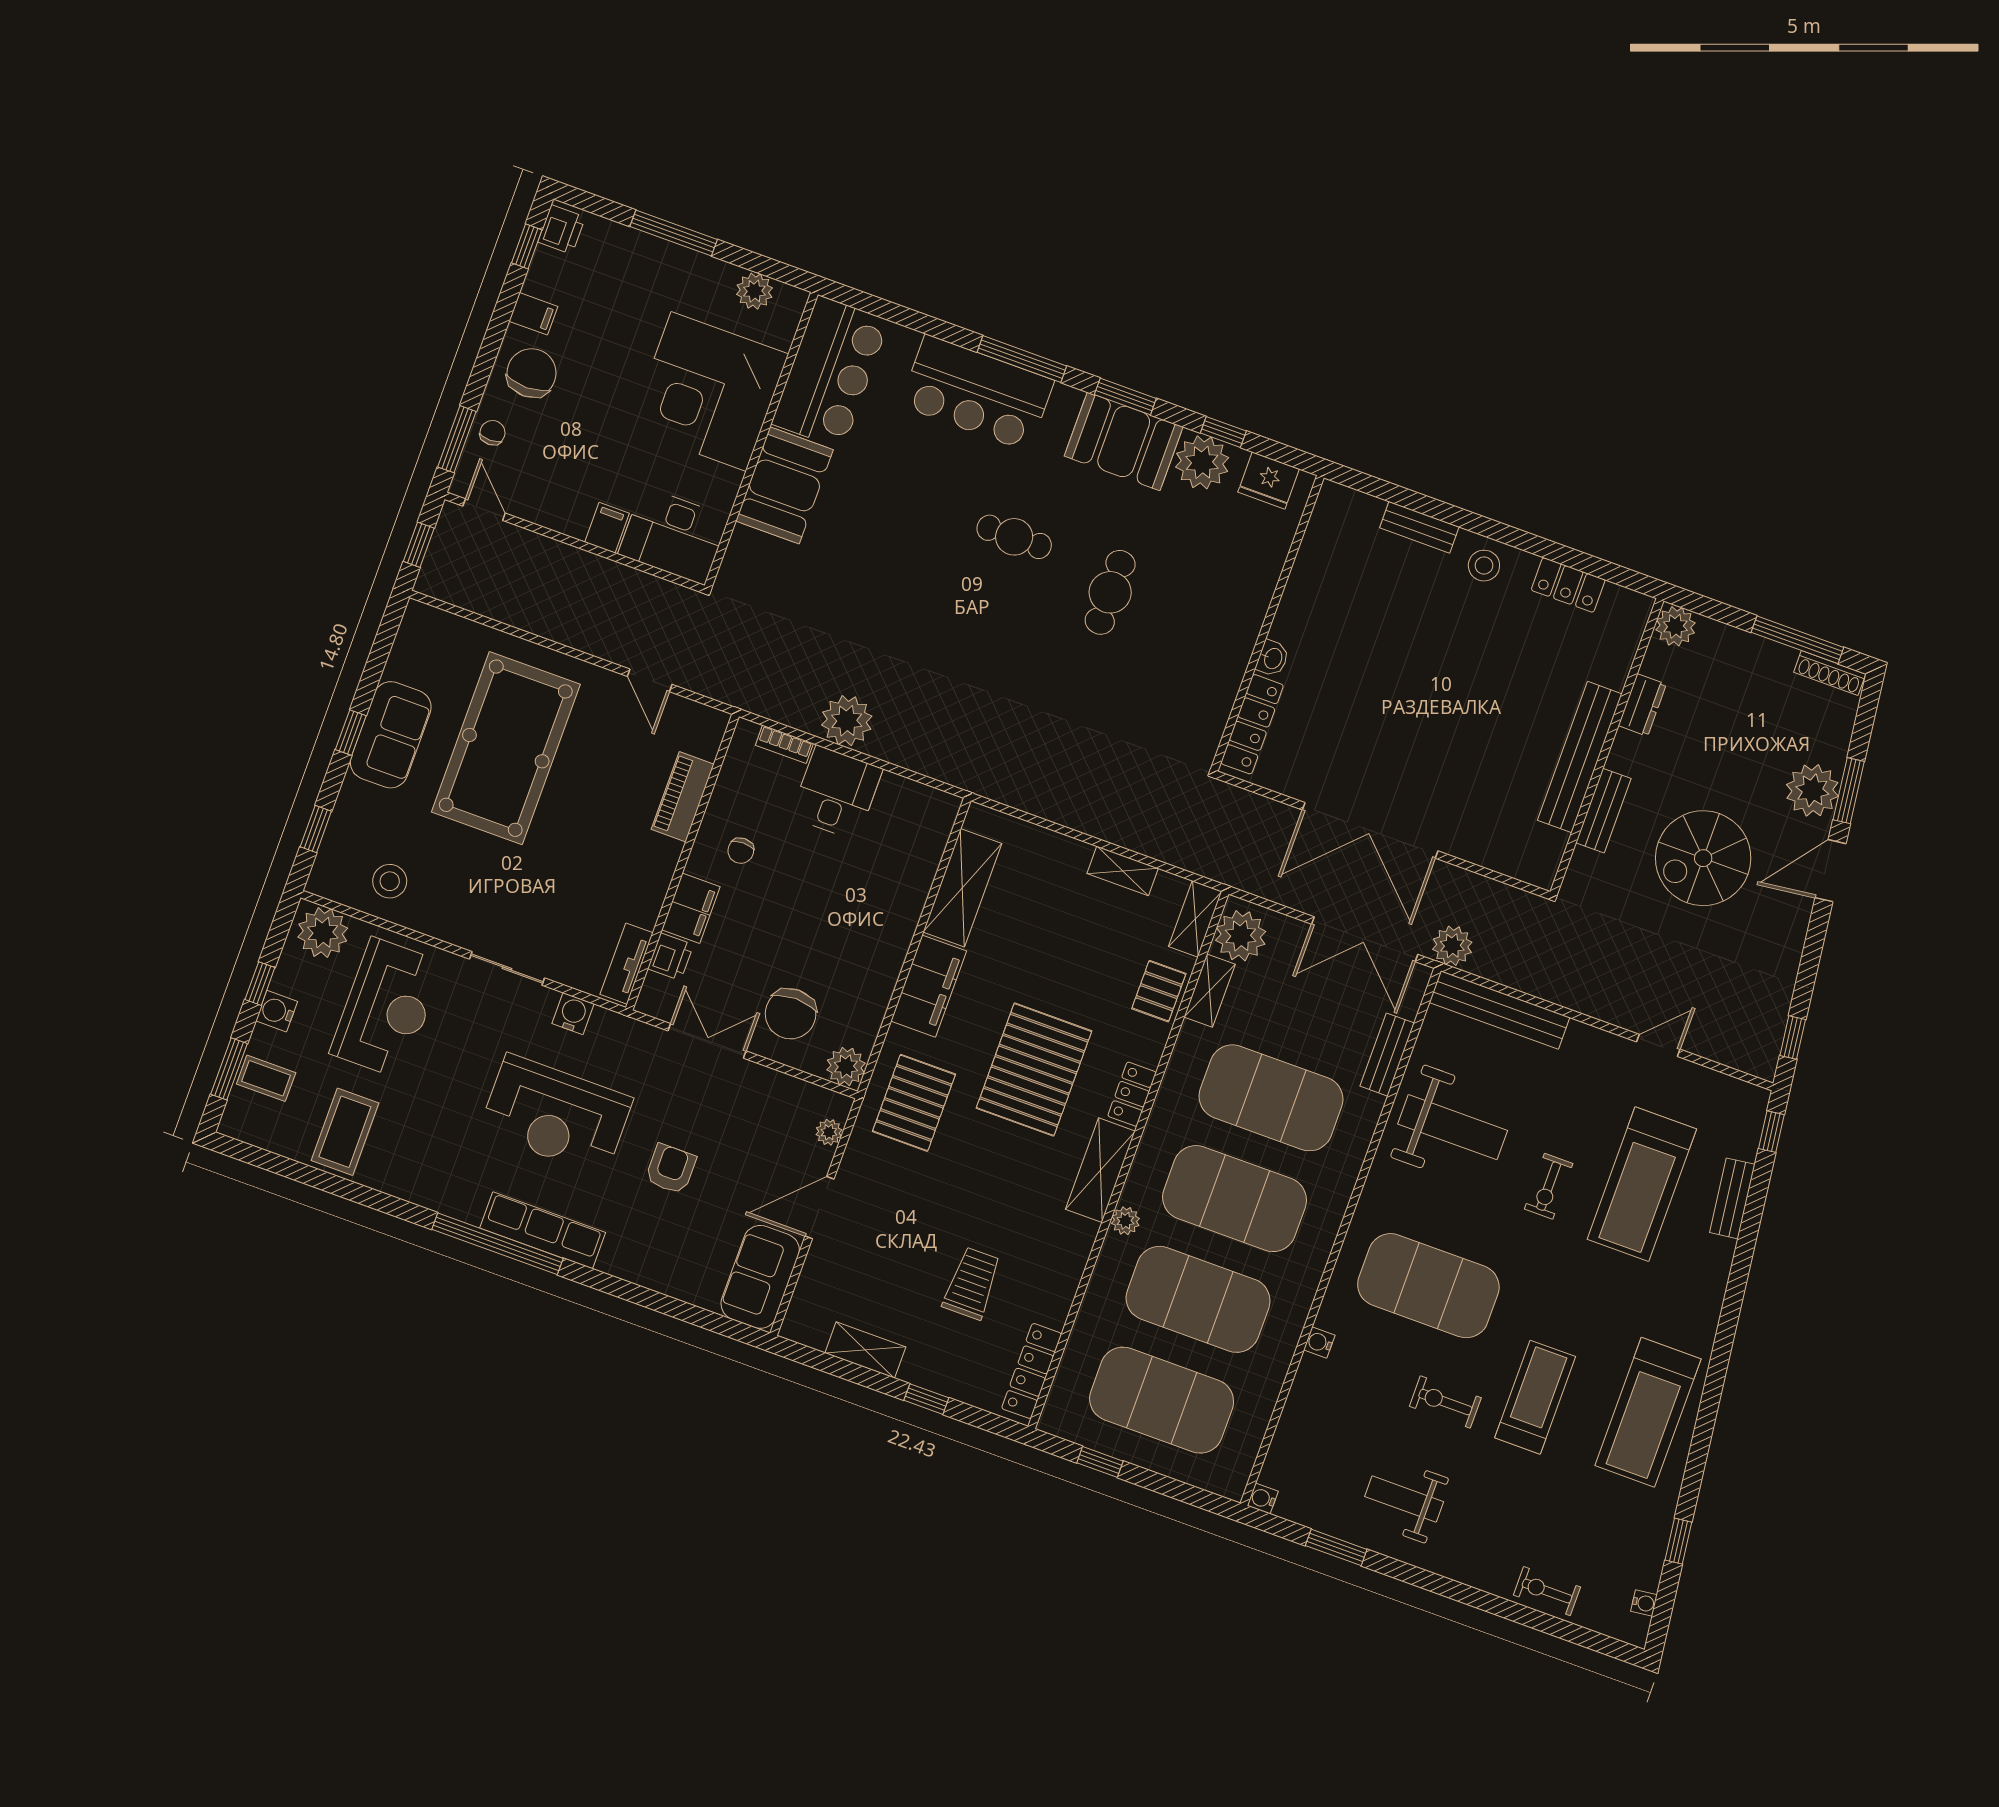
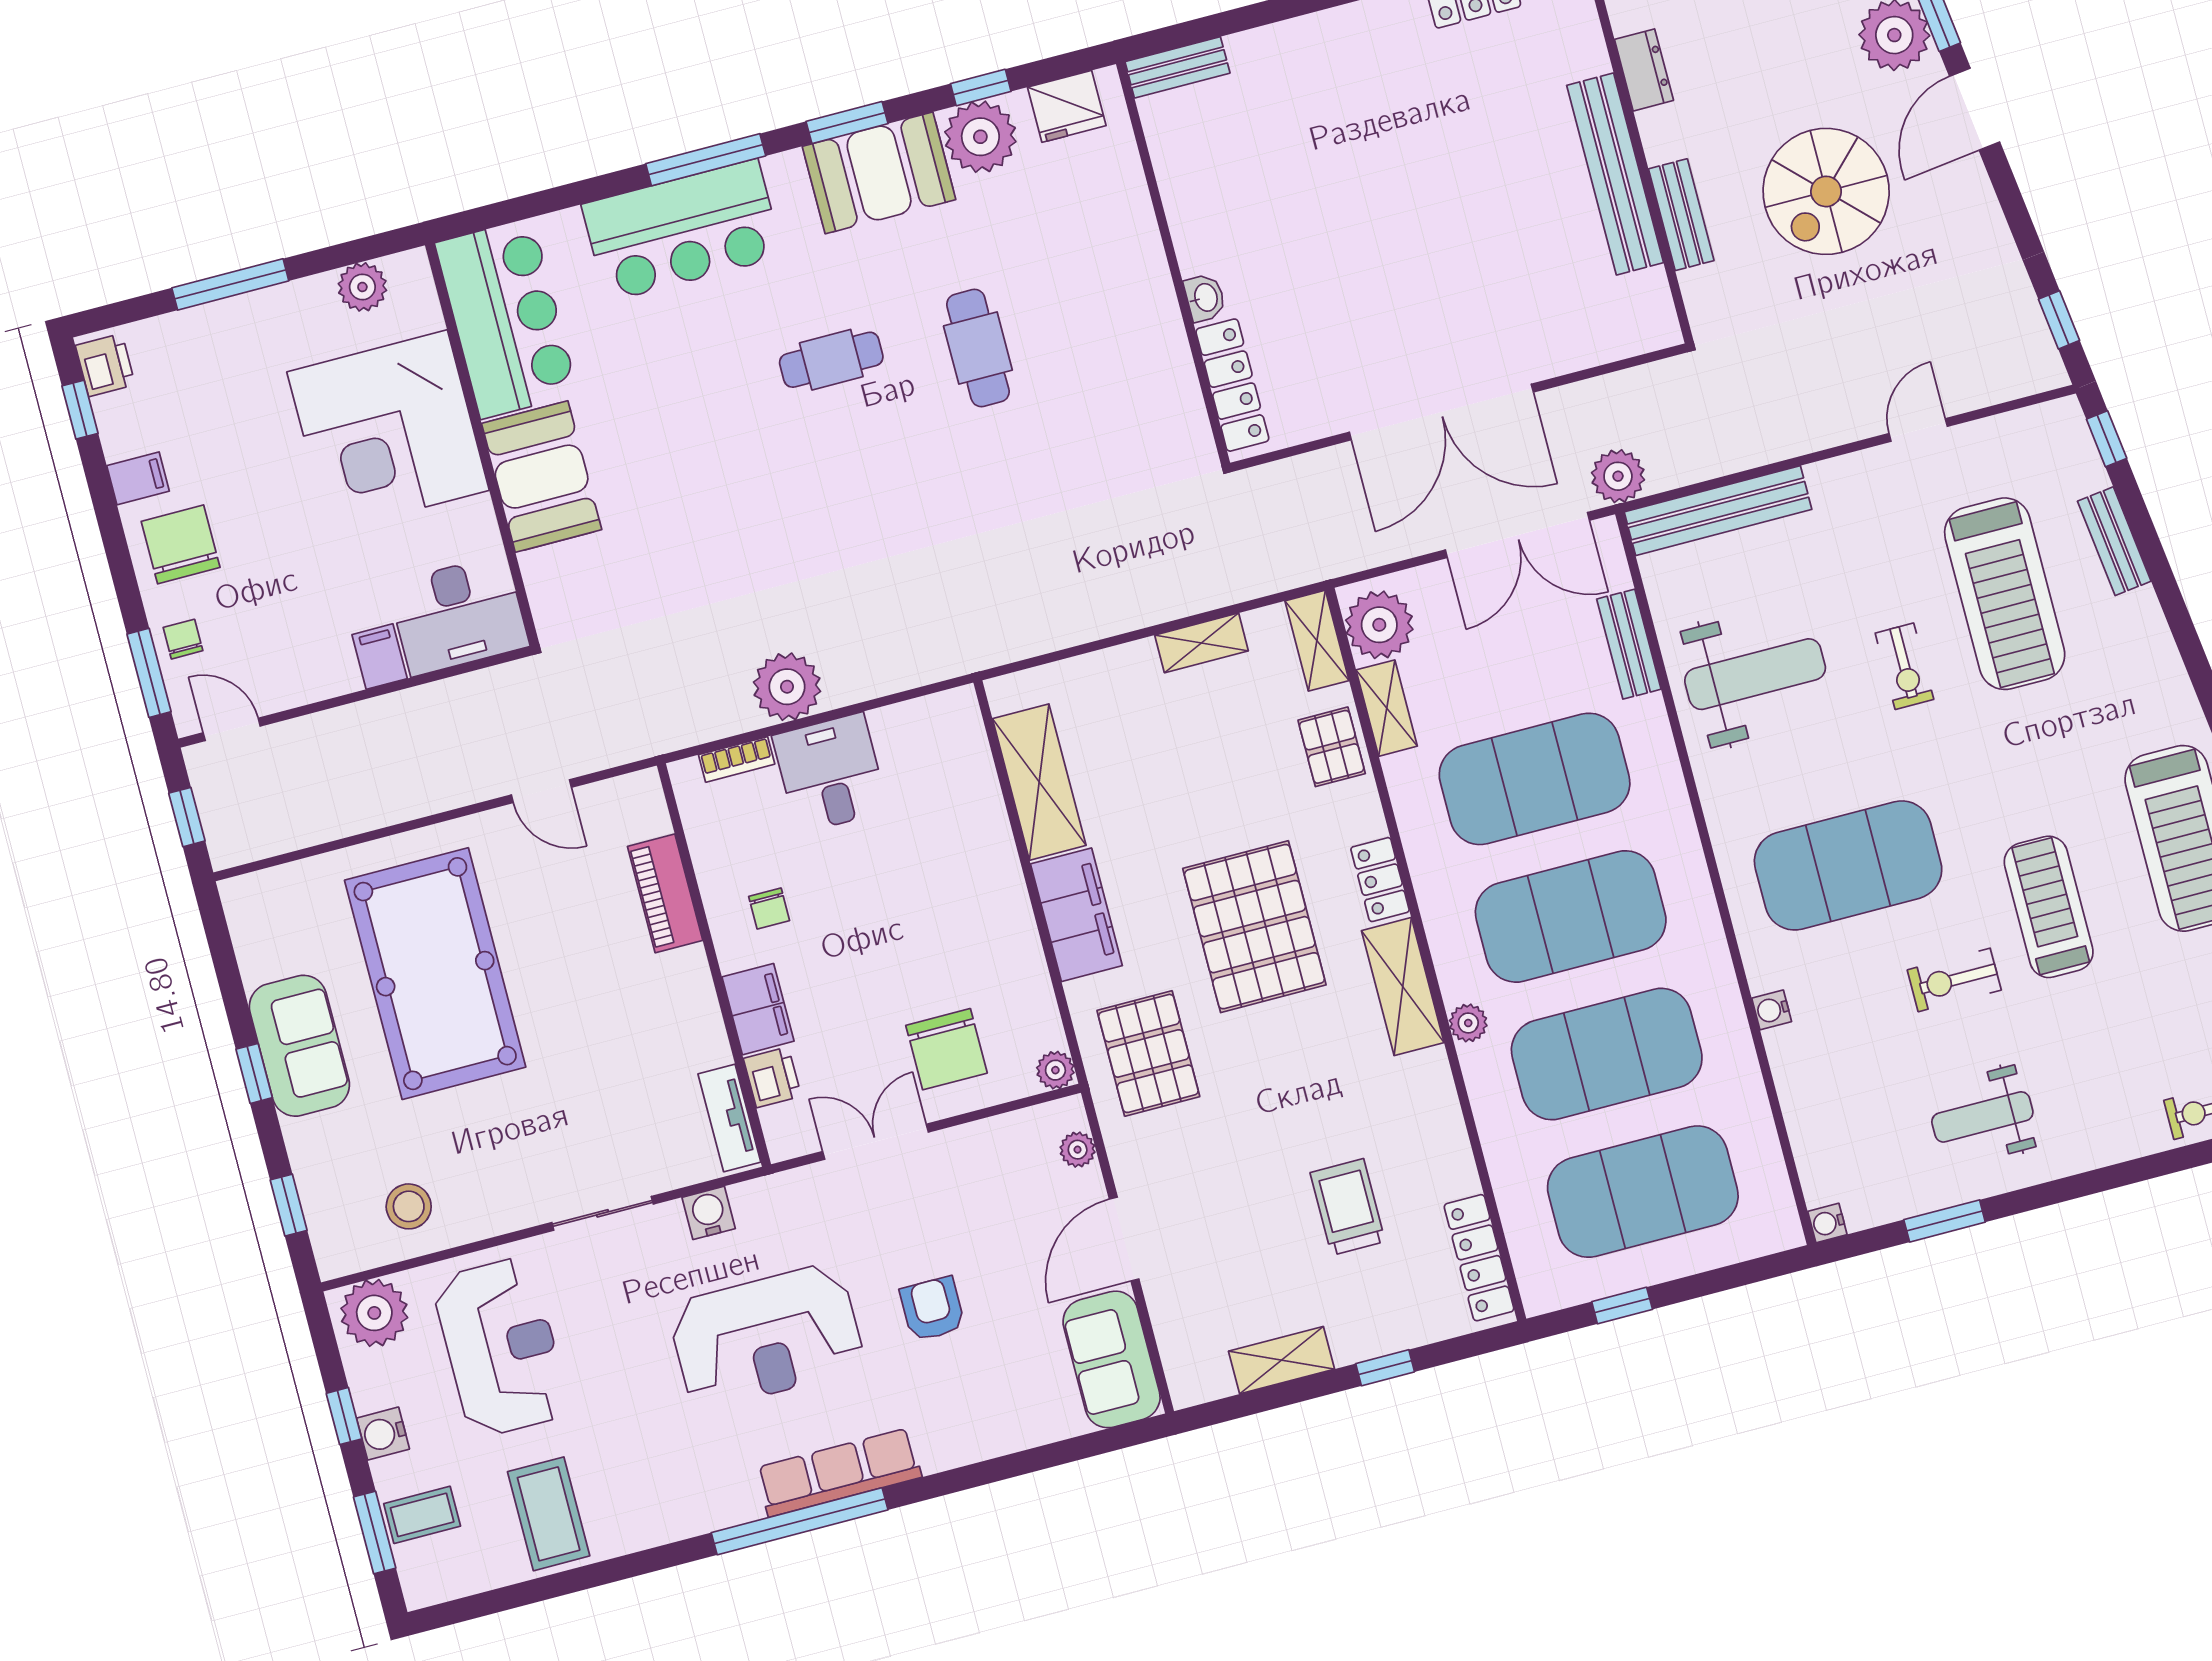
bench: (1419, 527) -> (1177, 67), moved
stool: (1484, 566) -> (1366, 37), removed
plant: (846, 1067) -> (1055, 1070), width x0.73, depth x0.73

